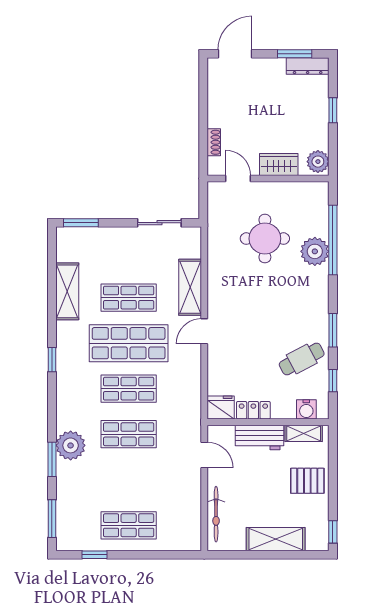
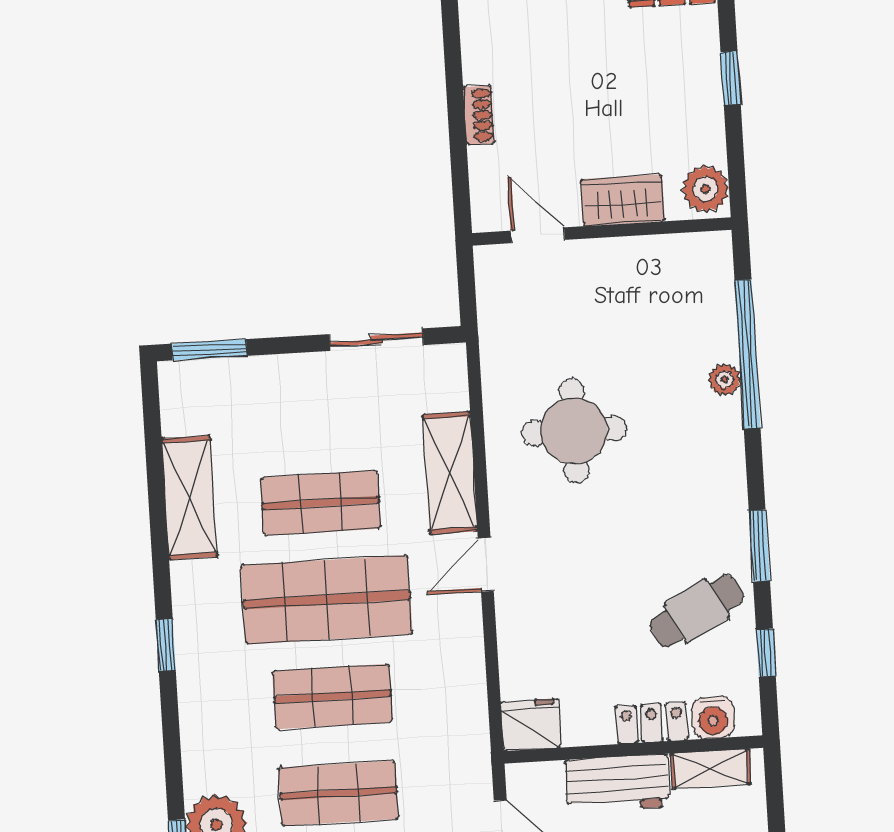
shoe rack: (214, 142) -> (479, 115), moved
round table: (265, 239) -> (574, 431), moved
plant: (315, 251) -> (725, 380), width x0.53, depth x0.53
locker: (253, 410) -> (652, 723), moved

